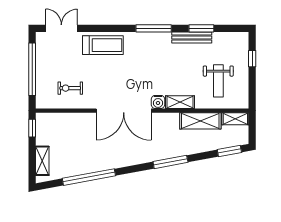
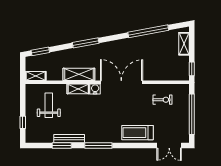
shelving: (200, 121) -> (79, 74), moved

